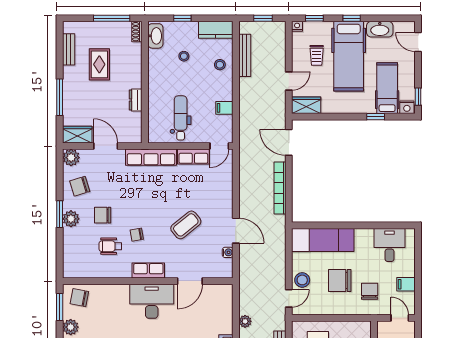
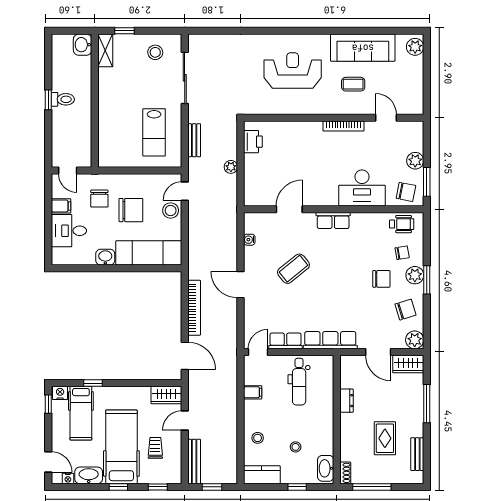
nightstand: (297, 26) -> (68, 479), moved
bench: (245, 55) -> (194, 461), moved
door: (236, 231) -> (241, 285), moved
chair: (137, 235) -> (402, 253), moved
washbasin: (364, 236) -> (105, 257), added
desk: (390, 245) -> (69, 231), moved, turned 90
wheelchair: (110, 246) -> (402, 224), moved
desk: (152, 301) -> (362, 188), moved

